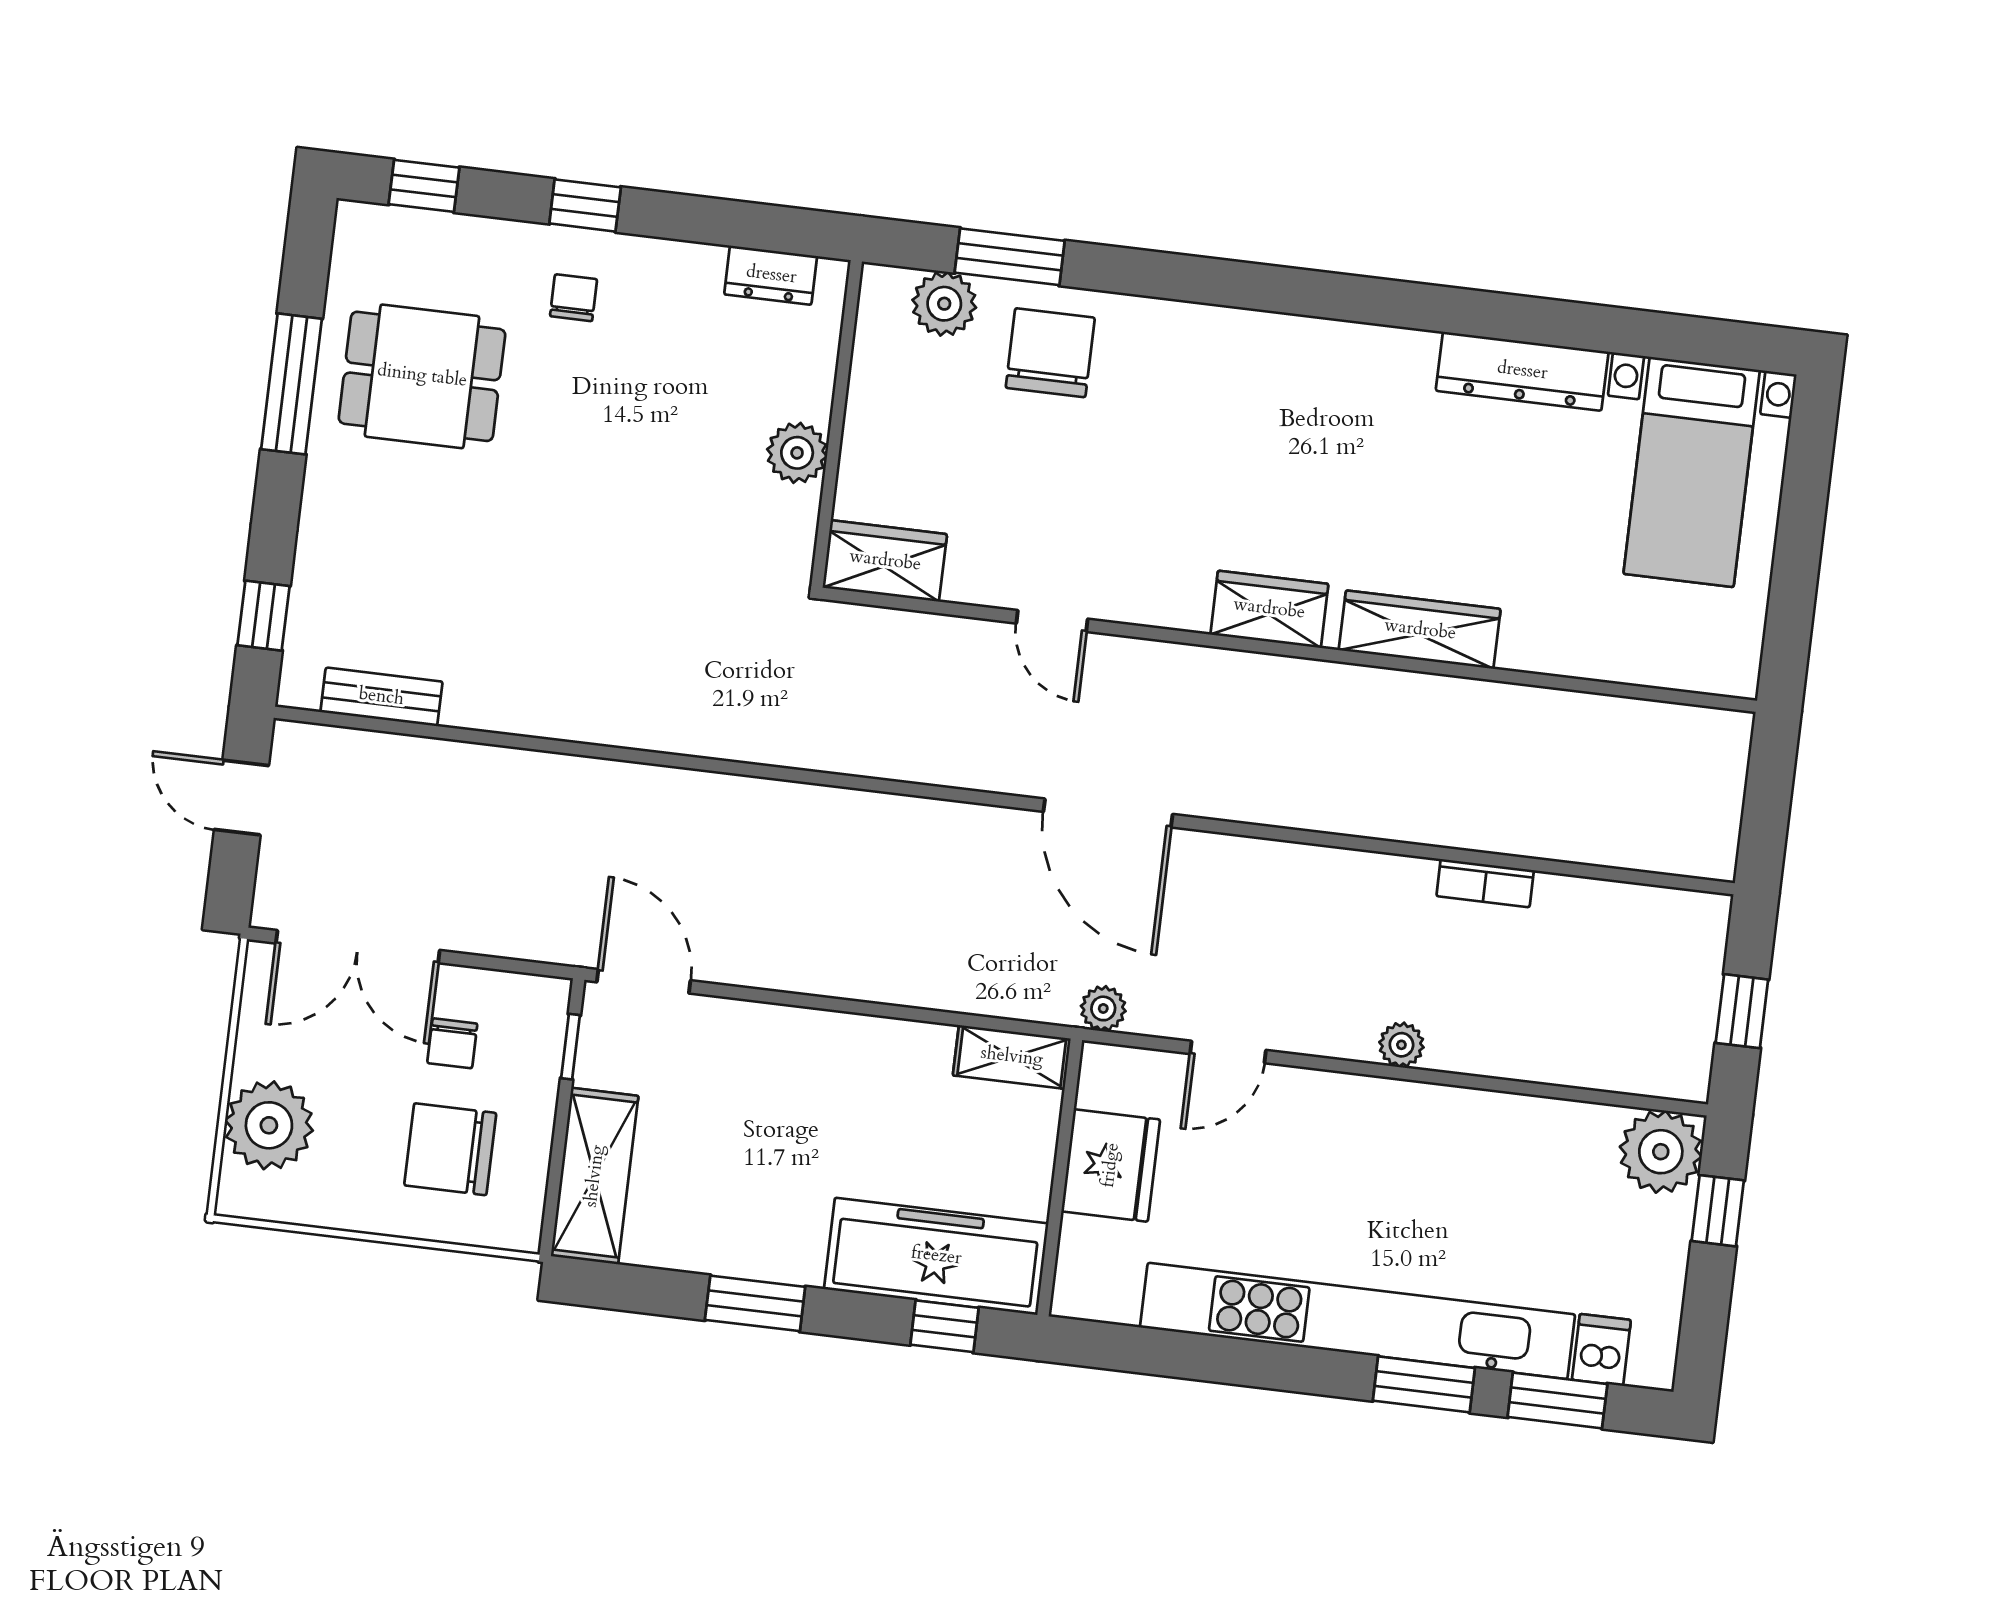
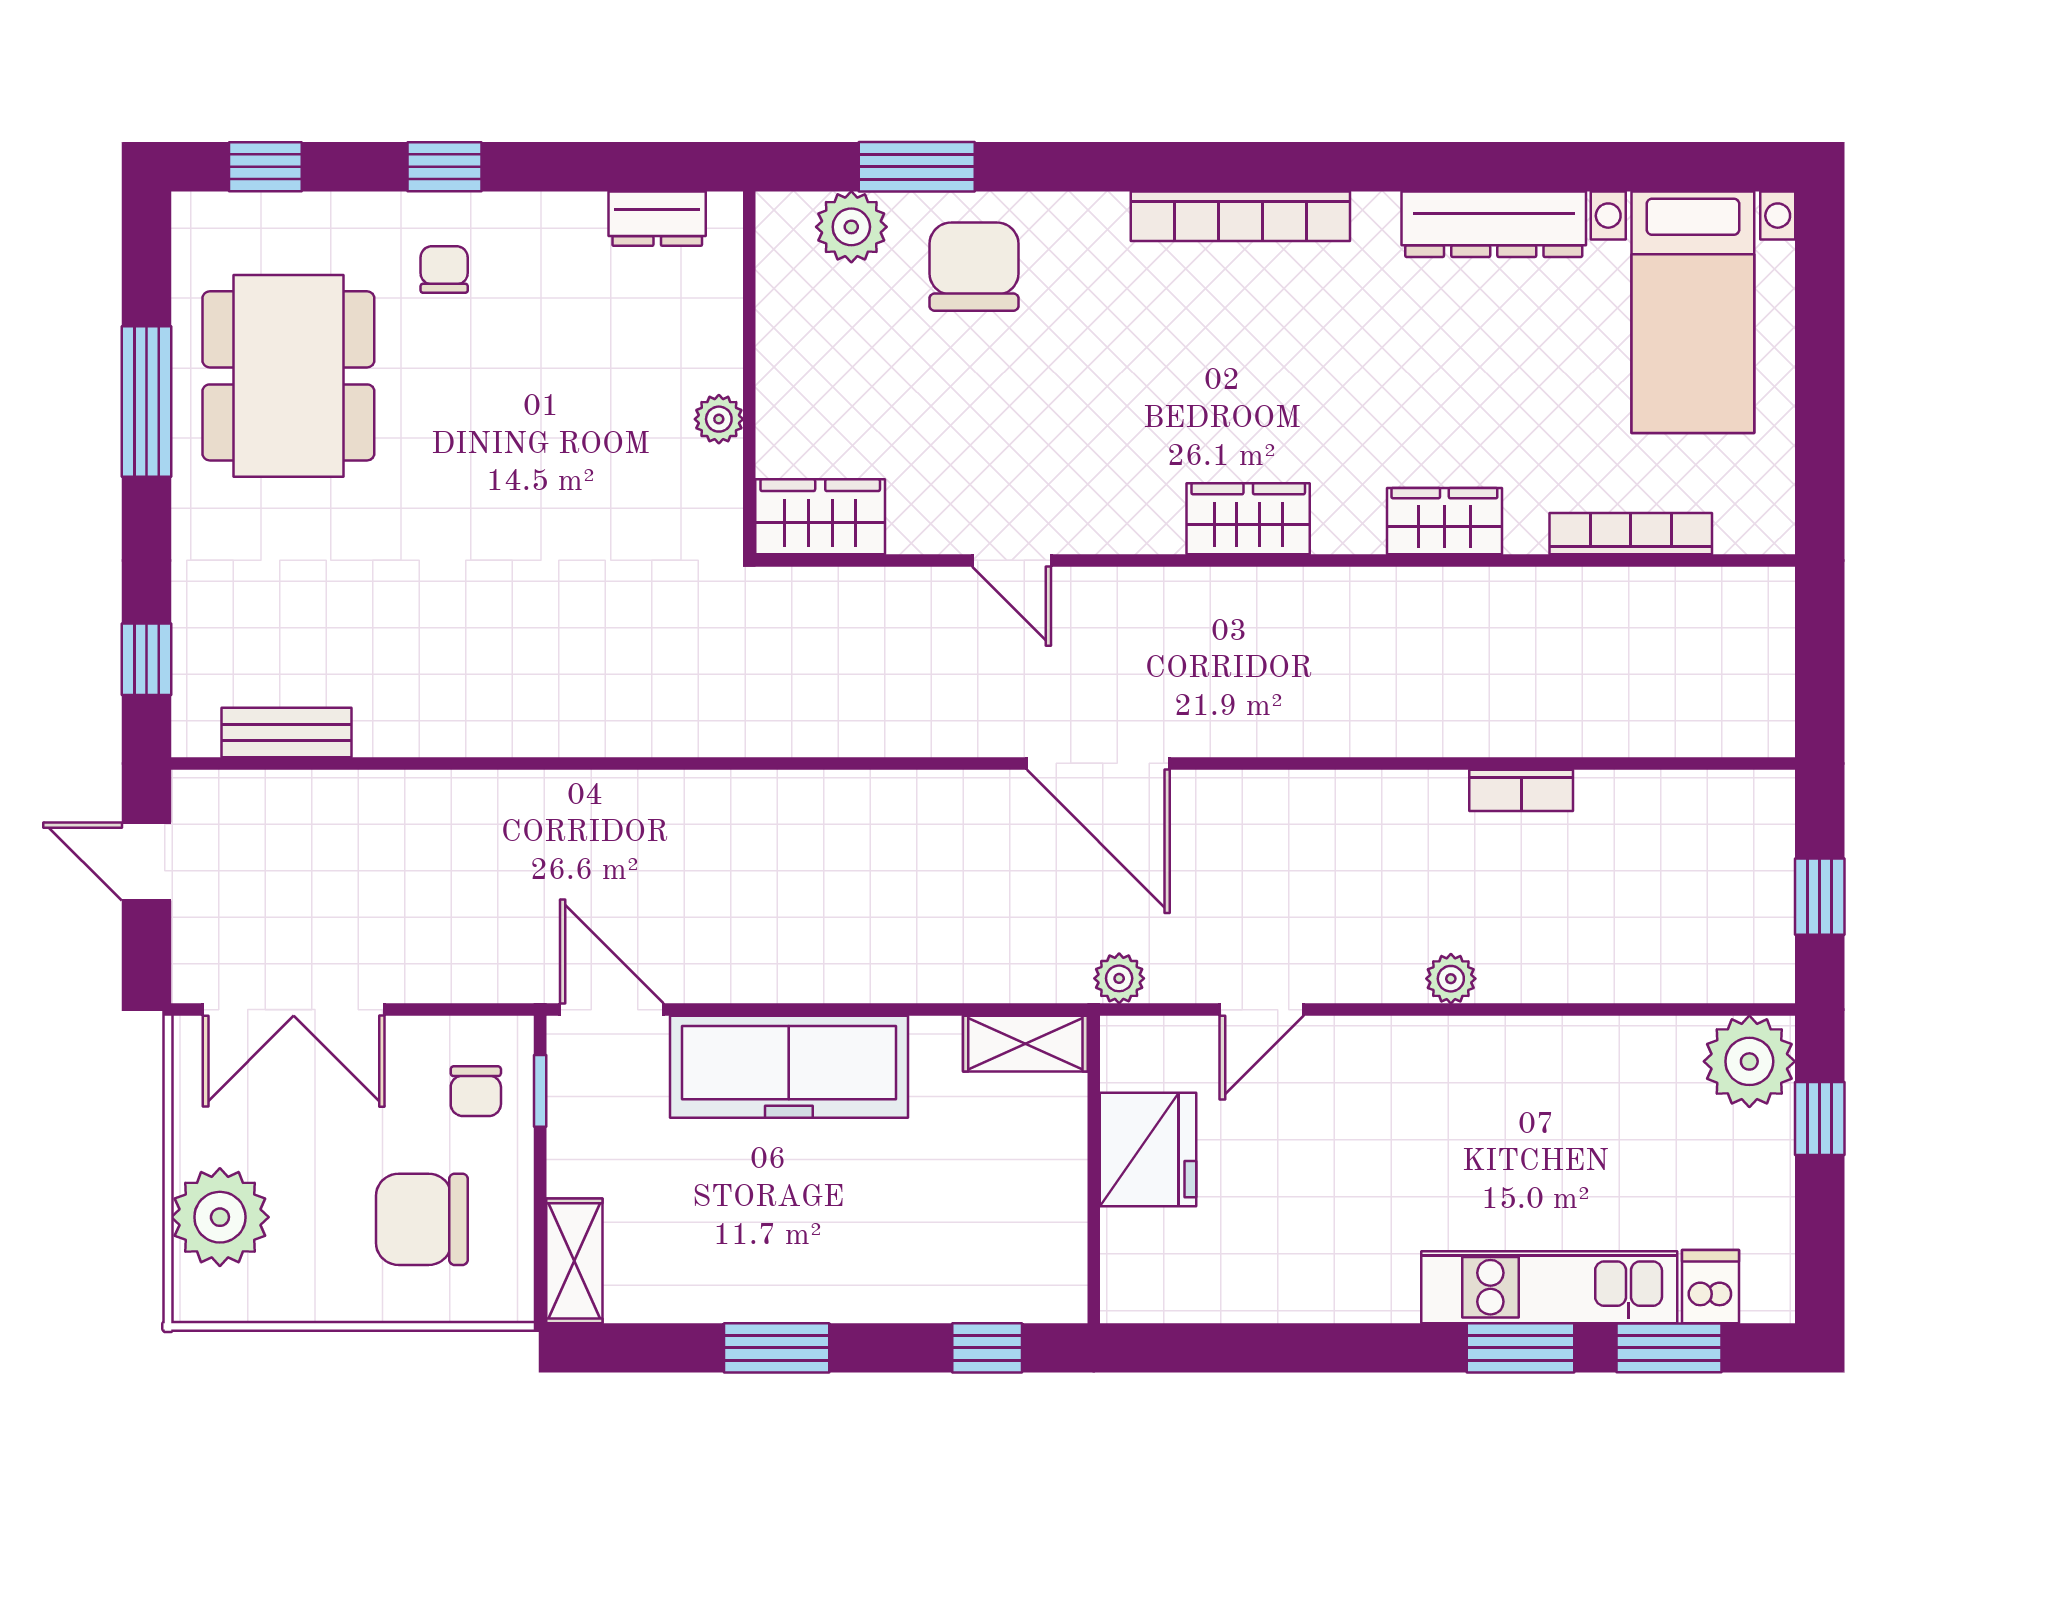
bookcase: (1295, 336) -> (1240, 216), added
dining table: (422, 376) -> (288, 376), width x1.38
plant: (797, 453) -> (719, 419), width x0.73, depth x0.73
wardrobe: (1420, 630) -> (1444, 521), width x0.67
bookcase: (1612, 664) -> (1631, 534), added
chair: (452, 1043) -> (476, 1091), moved
shelving: (595, 1176) -> (574, 1261), width x0.67, depth x0.75
freezer: (936, 1256) -> (789, 1067), moved, turned 180
kitchen unit: (1358, 1321) -> (1549, 1287), width x0.54

